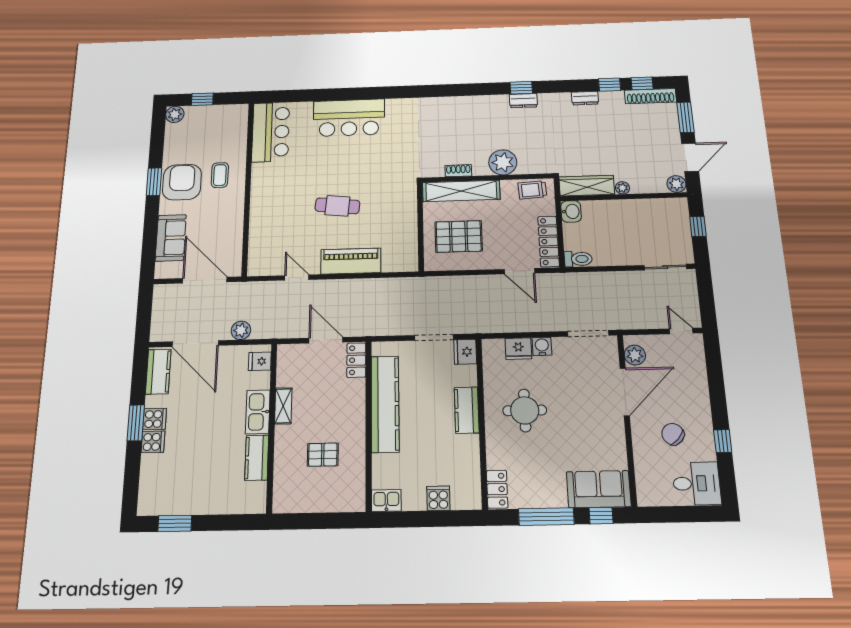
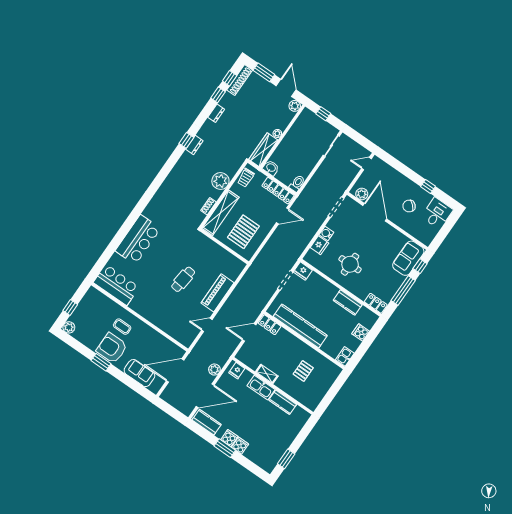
kitchen counter: (467, 410) -> (348, 302), moved

